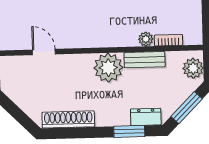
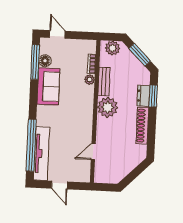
dresser: (146, 117) -> (143, 96), moved
shoe rack: (68, 119) -> (142, 126), moved

